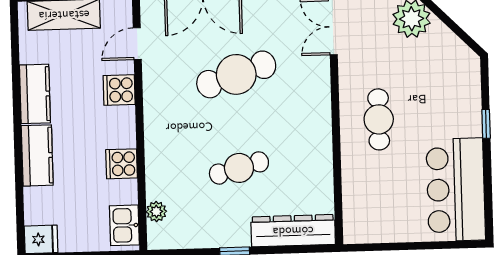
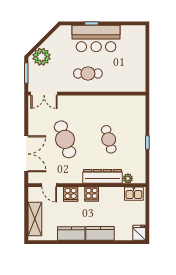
cooker: (122, 164) -> (92, 194), moved
bar counter: (456, 190) -> (96, 39), moved
dresser: (293, 231) -> (102, 176), moved, turned 90

